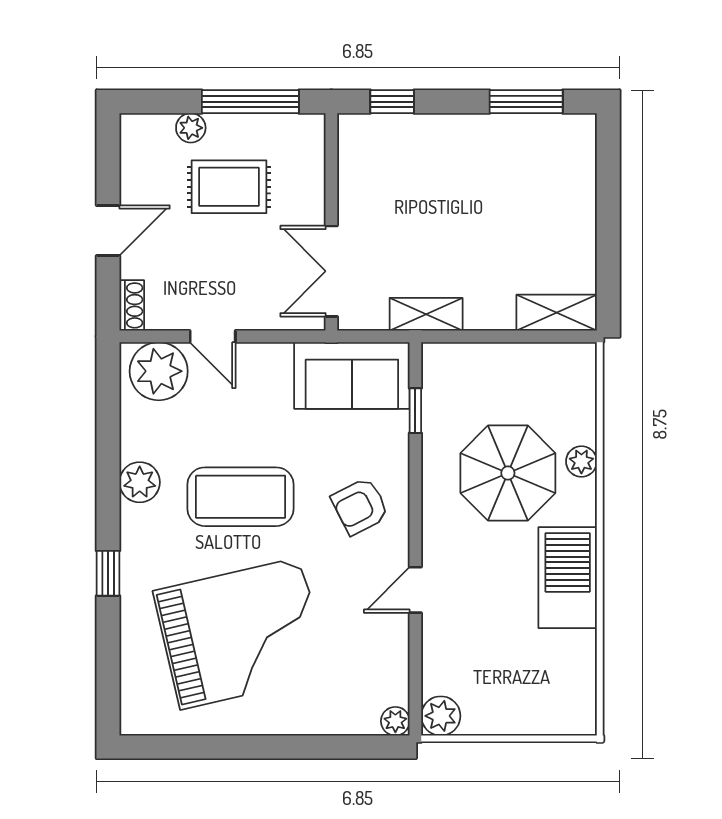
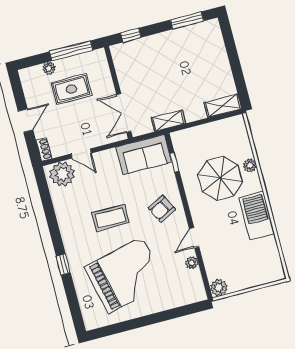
plant: (140, 482) -> (67, 223), removed
coffee table: (241, 497) -> (110, 218), width x0.73, depth x0.76
plant: (395, 721) -> (192, 263), moved

